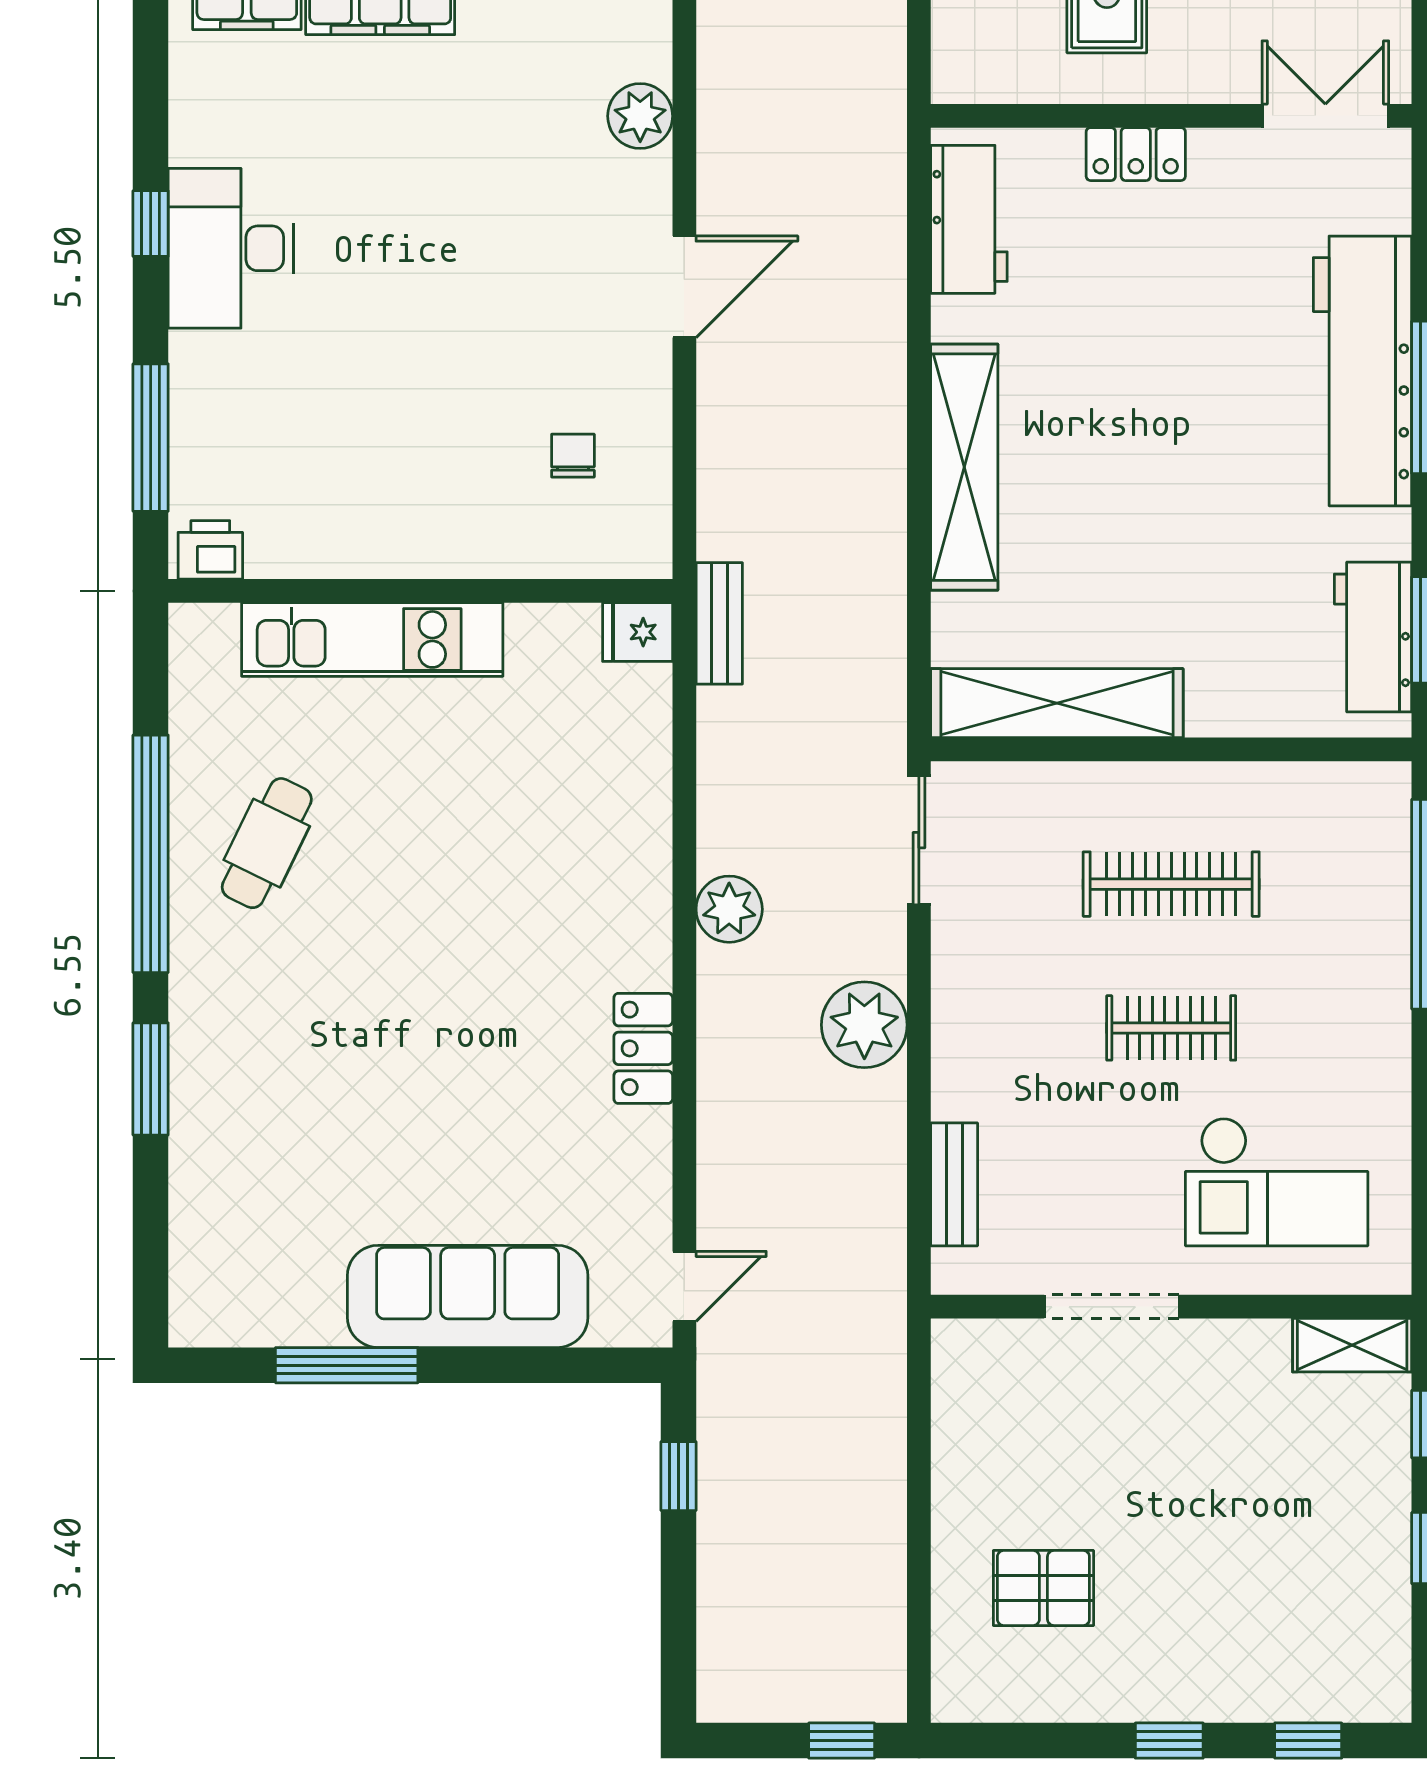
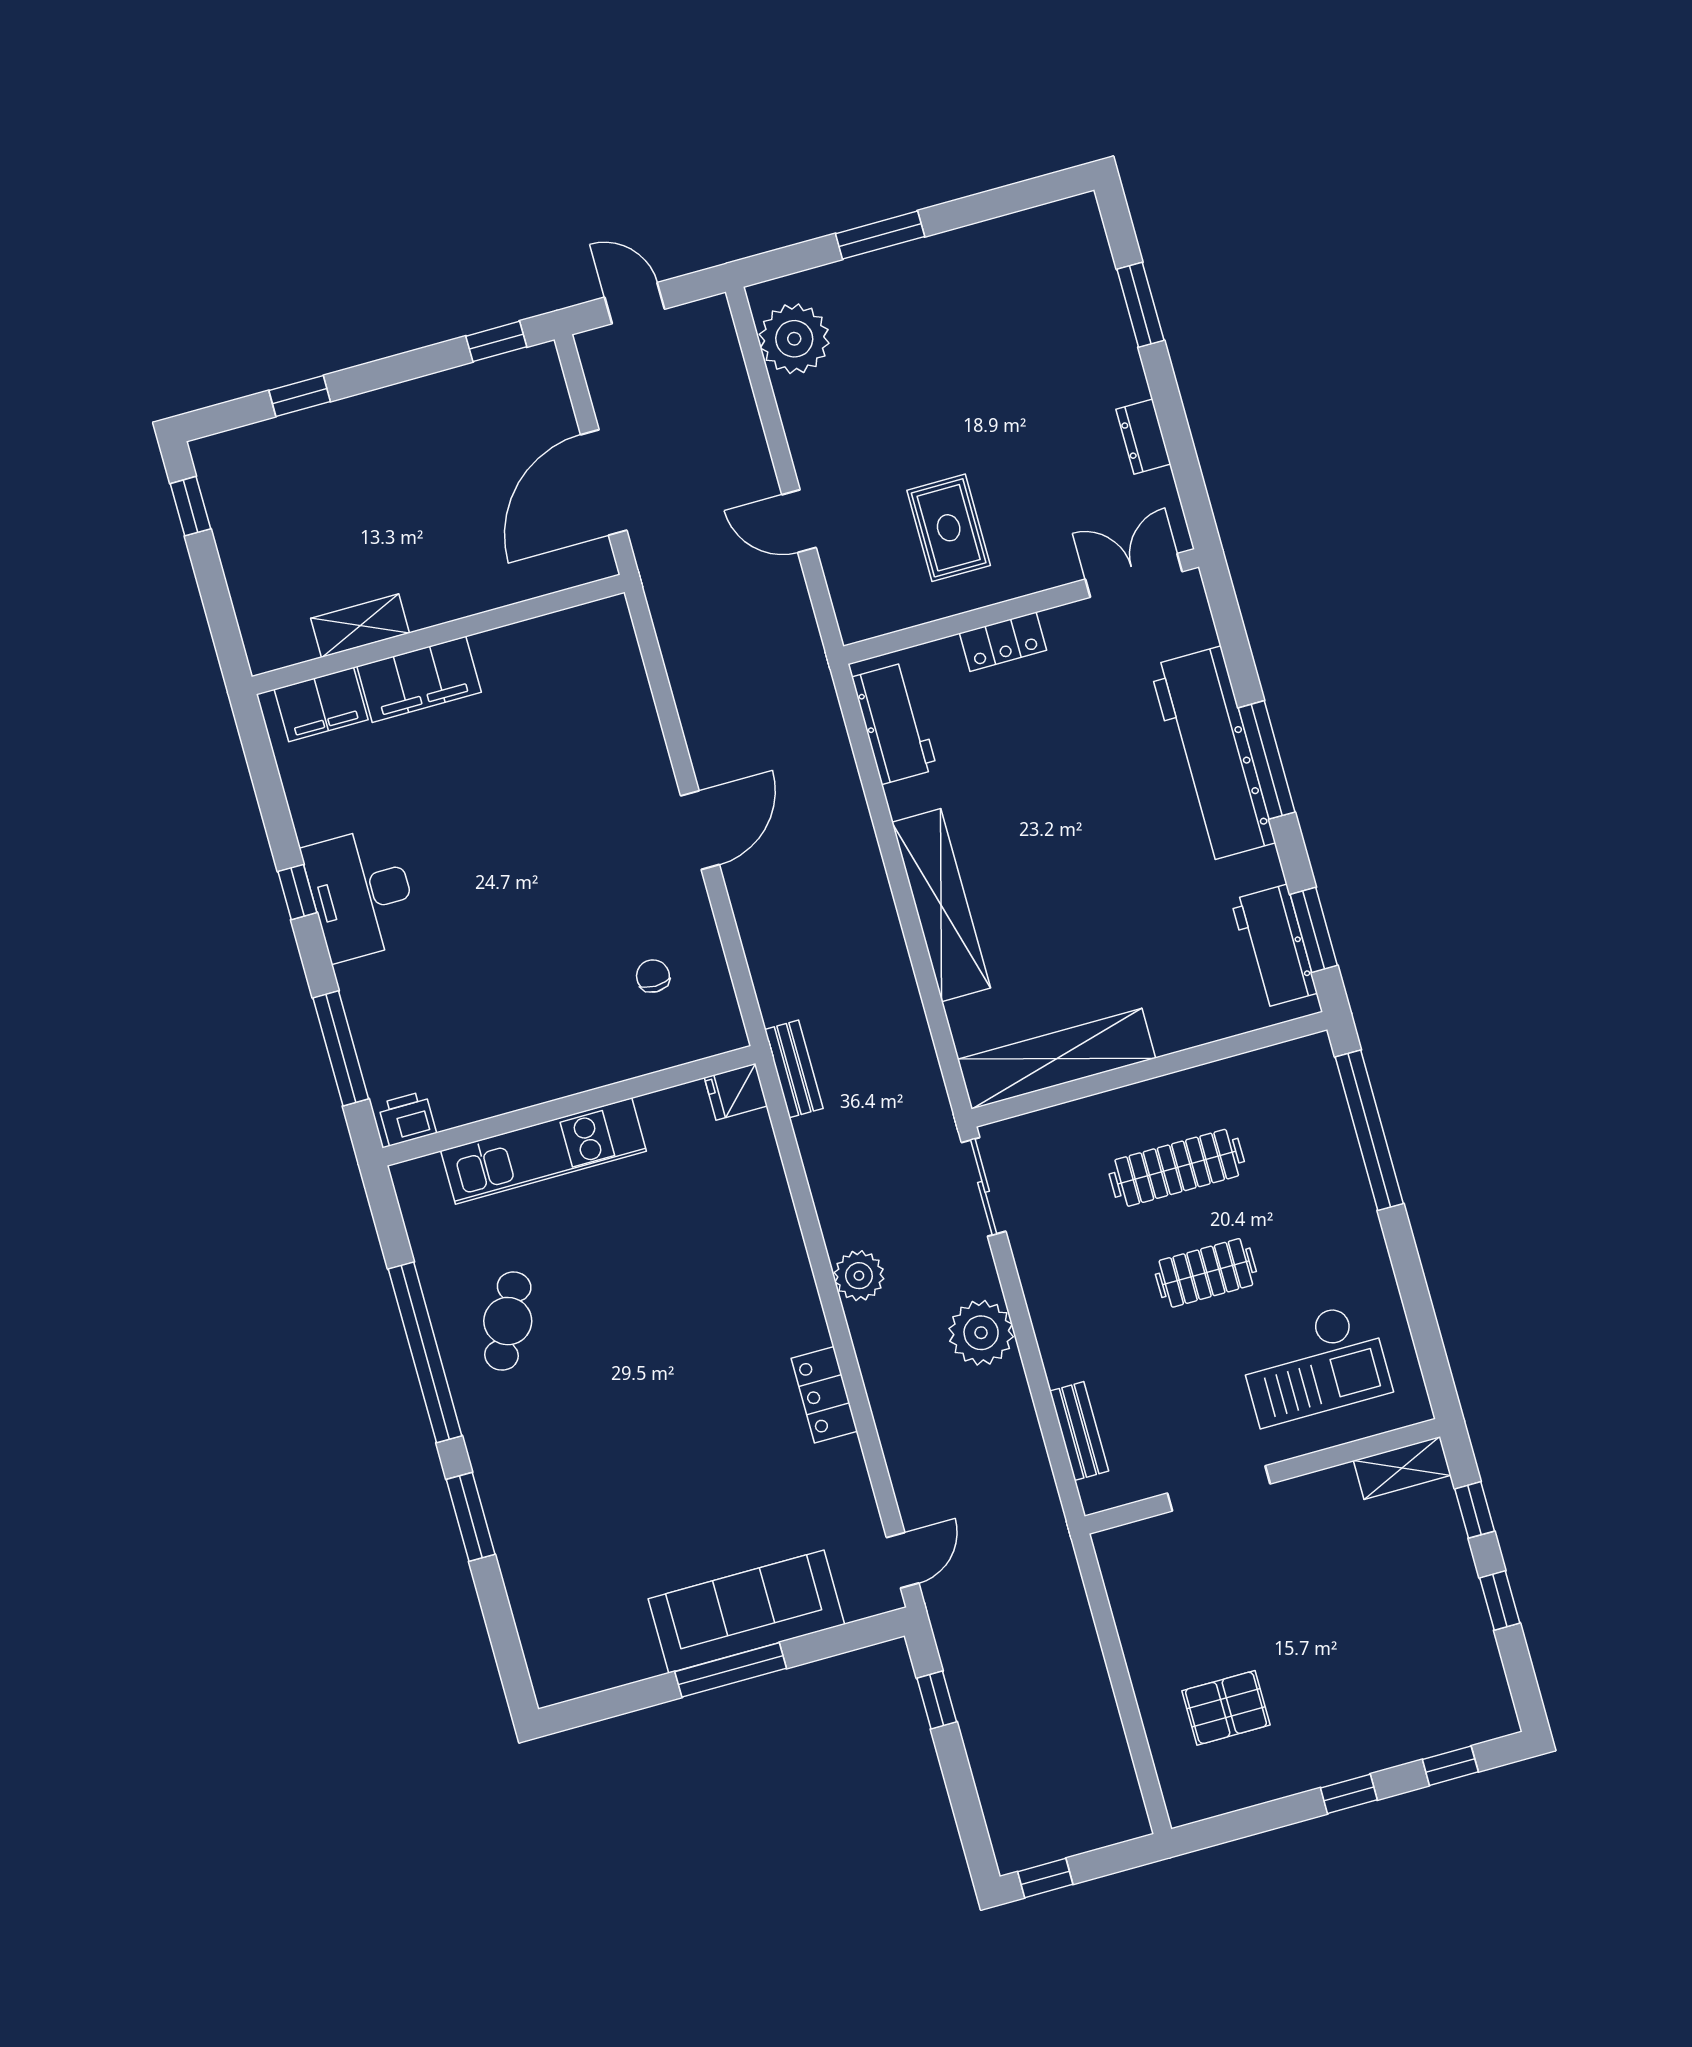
plant: (640, 116) -> (633, 714), removed
window: (347, 1365) -> (731, 1670), moved
window: (842, 1741) -> (1045, 1878), moved

